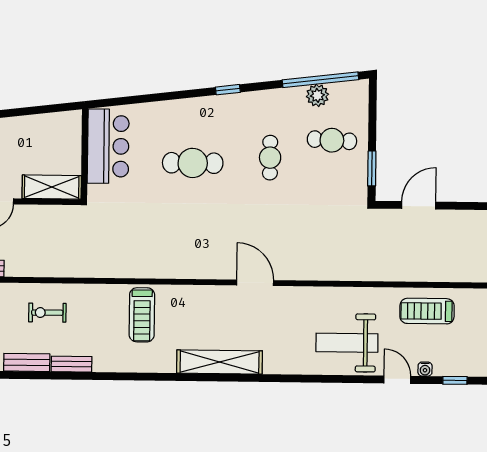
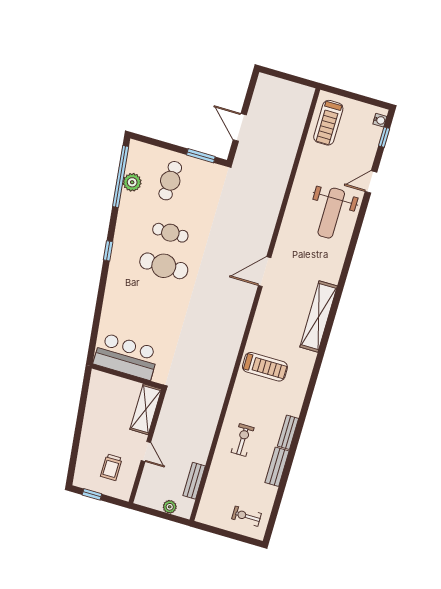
cafe table: (193, 163) -> (164, 266), moved, turned 90
treadmill: (427, 311) -> (328, 123), moved
exercise bike: (47, 313) -> (243, 440), turned 180
water cooler: (425, 369) -> (380, 120), moved

